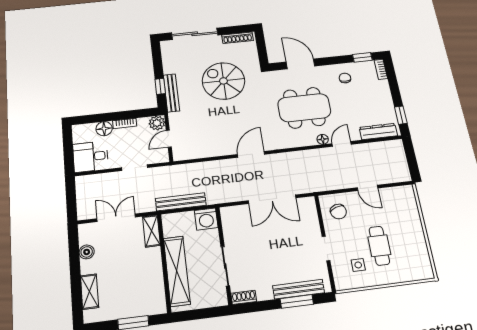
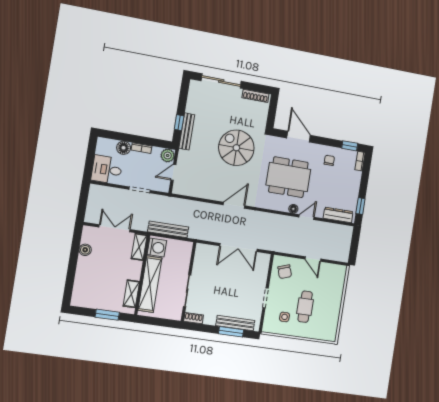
spiral stairs: (223, 81) -> (236, 148), moved
washing machine: (206, 219) -> (157, 248), moved, turned -90
shelving: (90, 292) -> (131, 294), moved

